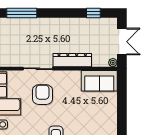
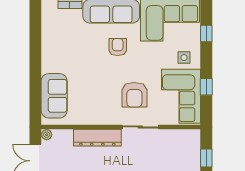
sofa: (99, 81) -> (54, 96), moved, turned 90

